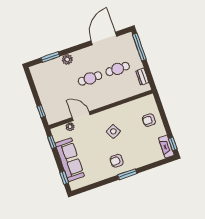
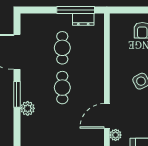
window: (139, 47) -> (76, 10), moved
window: (50, 57) -> (17, 94), moved

